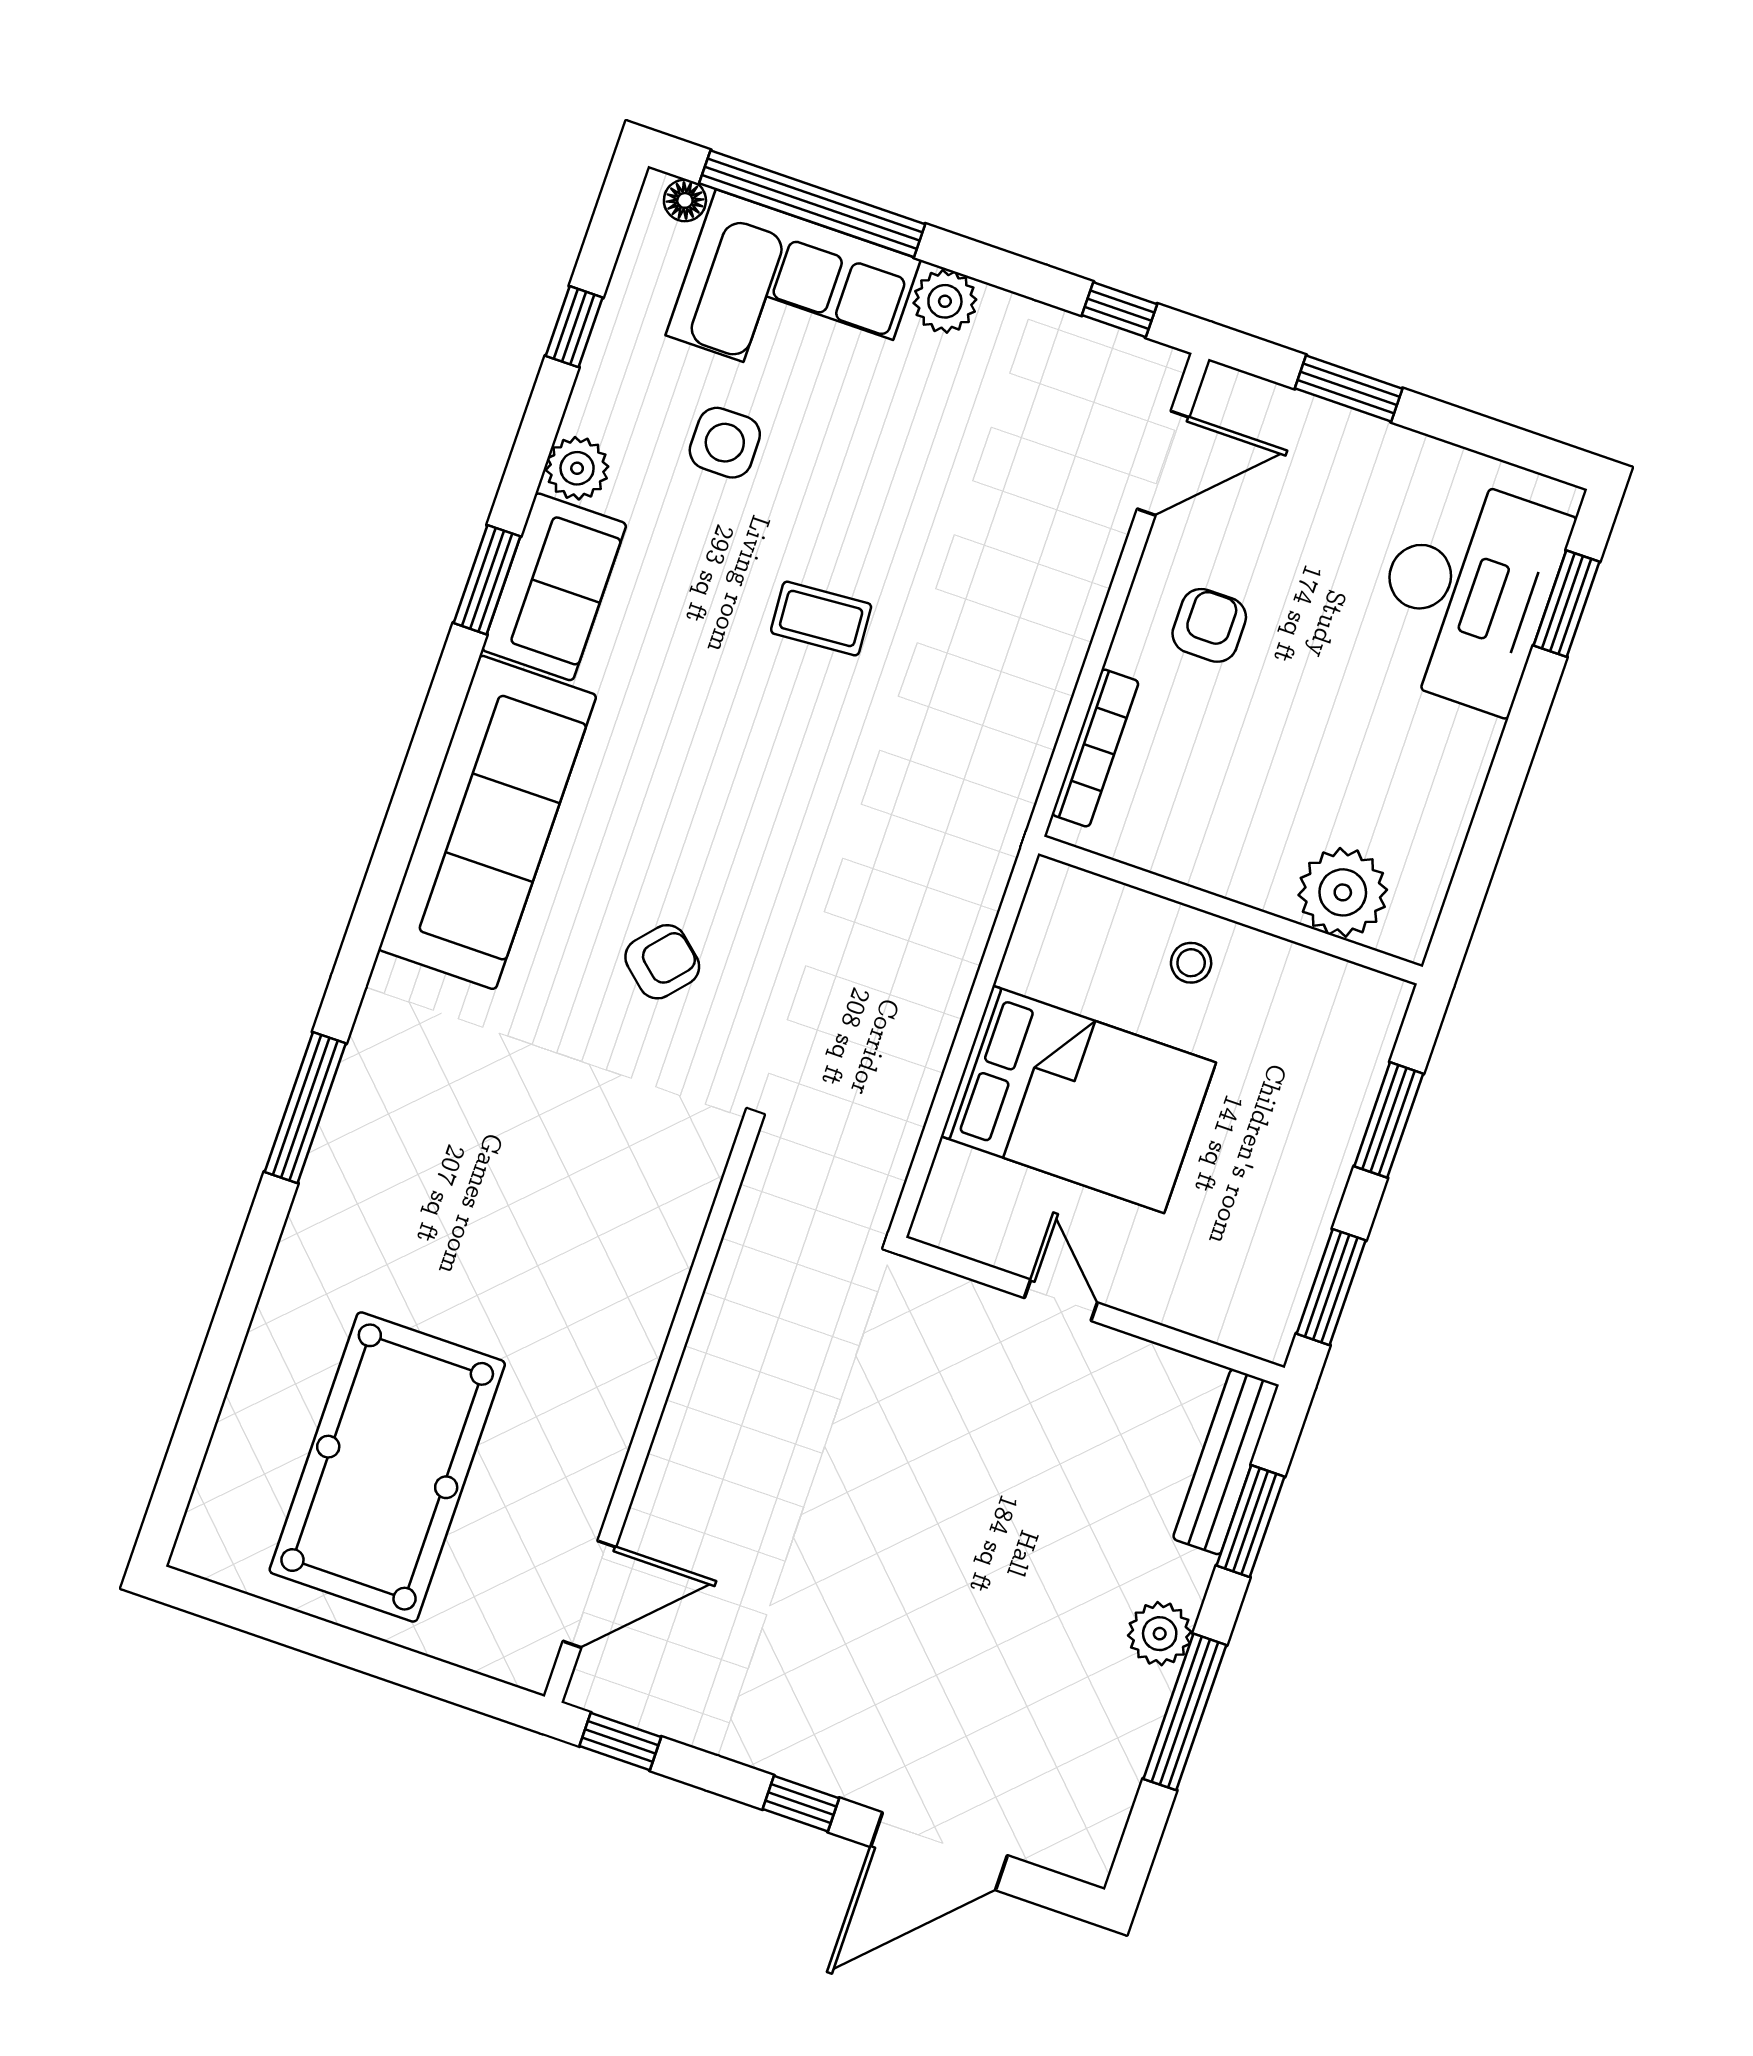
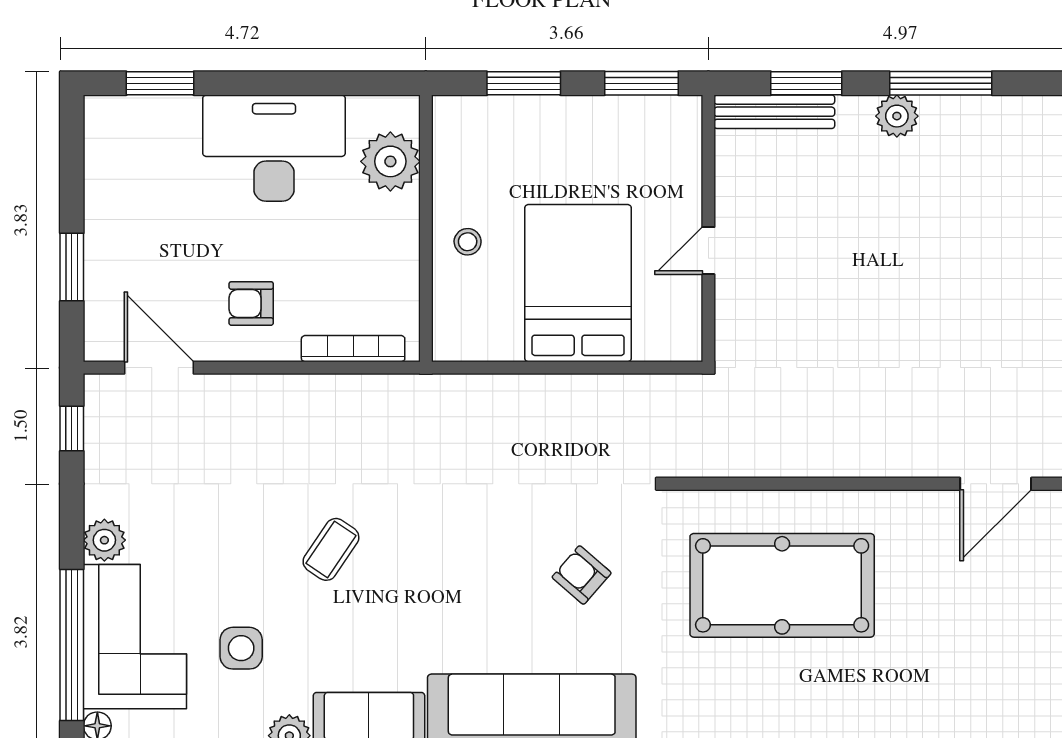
desk: (1467, 593) -> (274, 148), moved
coffee table: (821, 618) -> (331, 549), turned 38
pool table: (387, 1467) -> (782, 585), moved
door: (589, 1594) -> (996, 484), swing flipped

